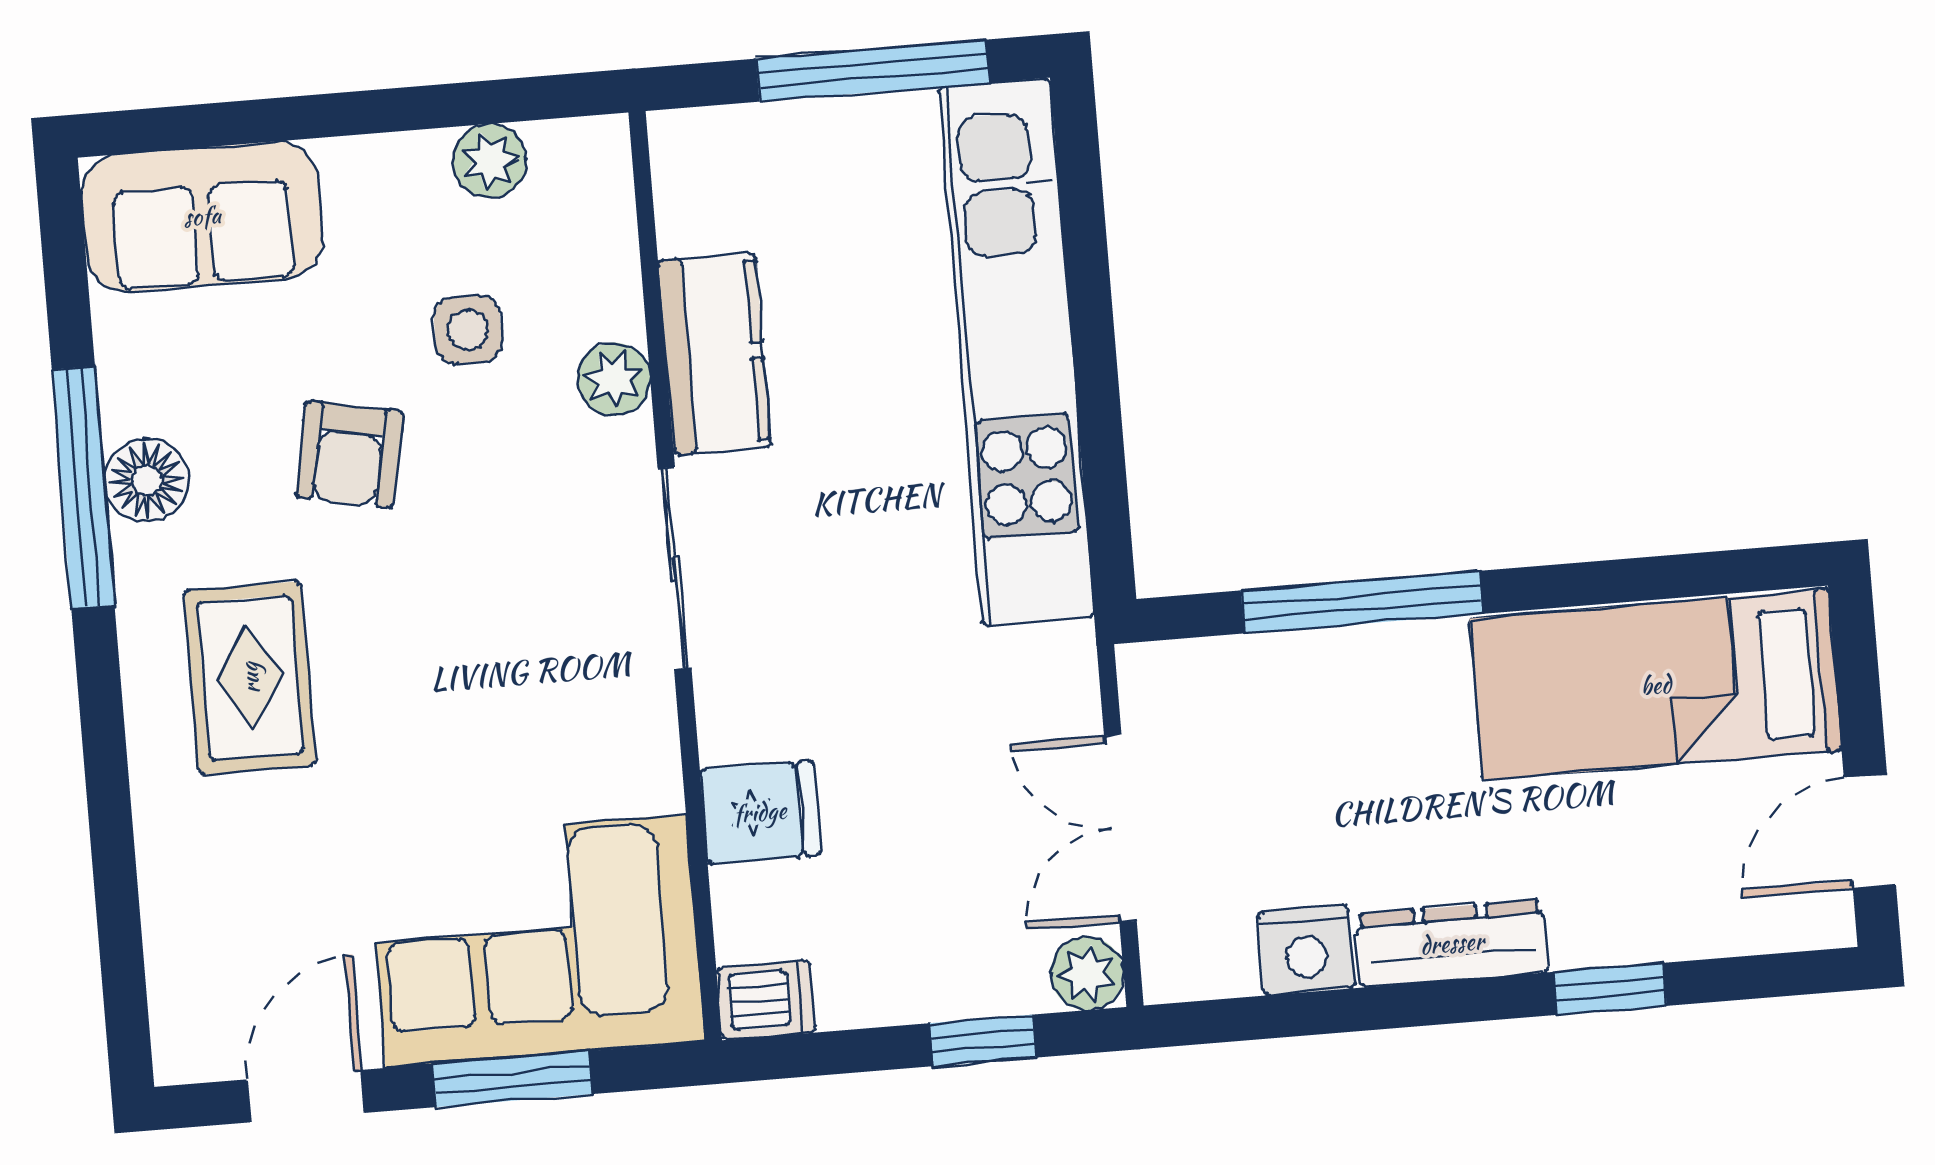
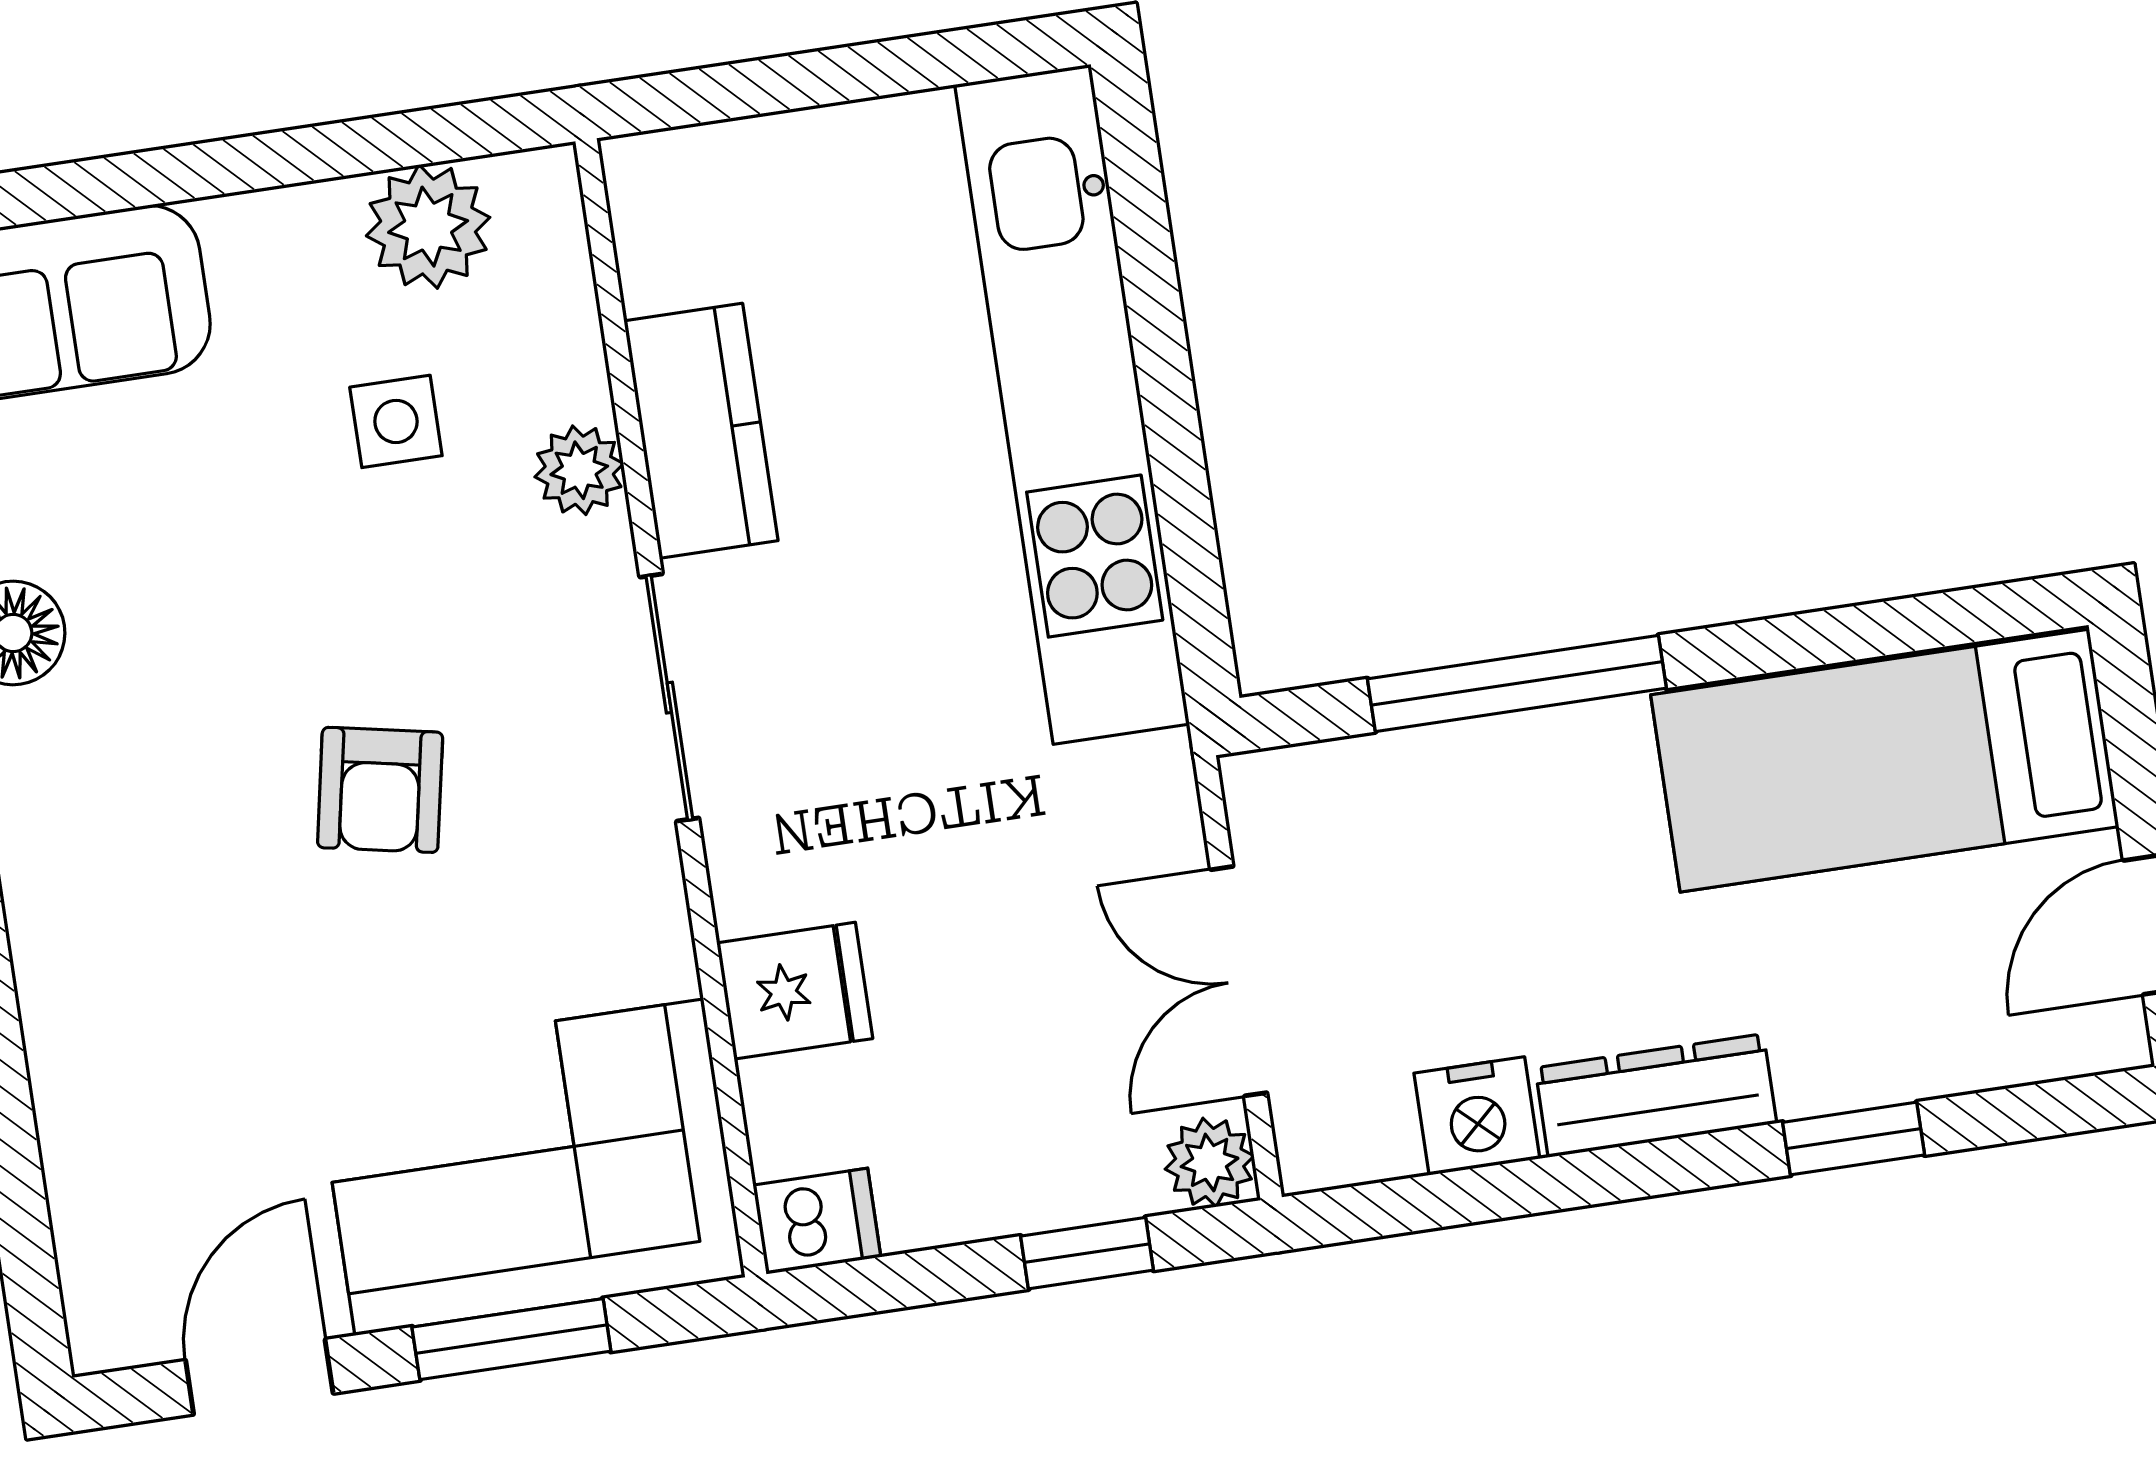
window: (873, 71) -> (873, 70), removed
plant: (489, 161) -> (428, 227), width x1.38, depth x1.38
armchair: (349, 454) -> (380, 790), moved
rug: (250, 678) -> (156, 867), removed

